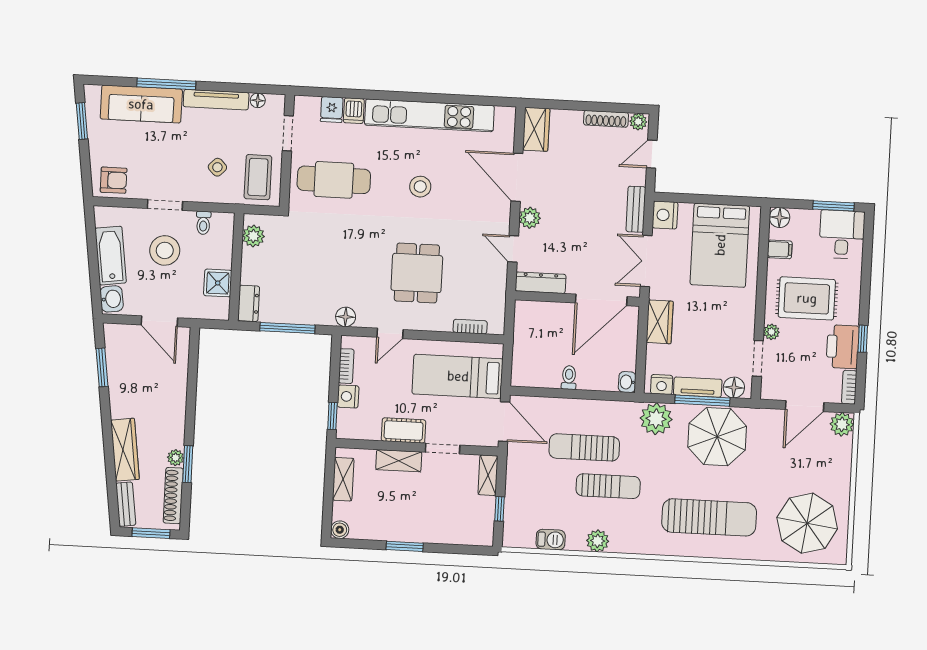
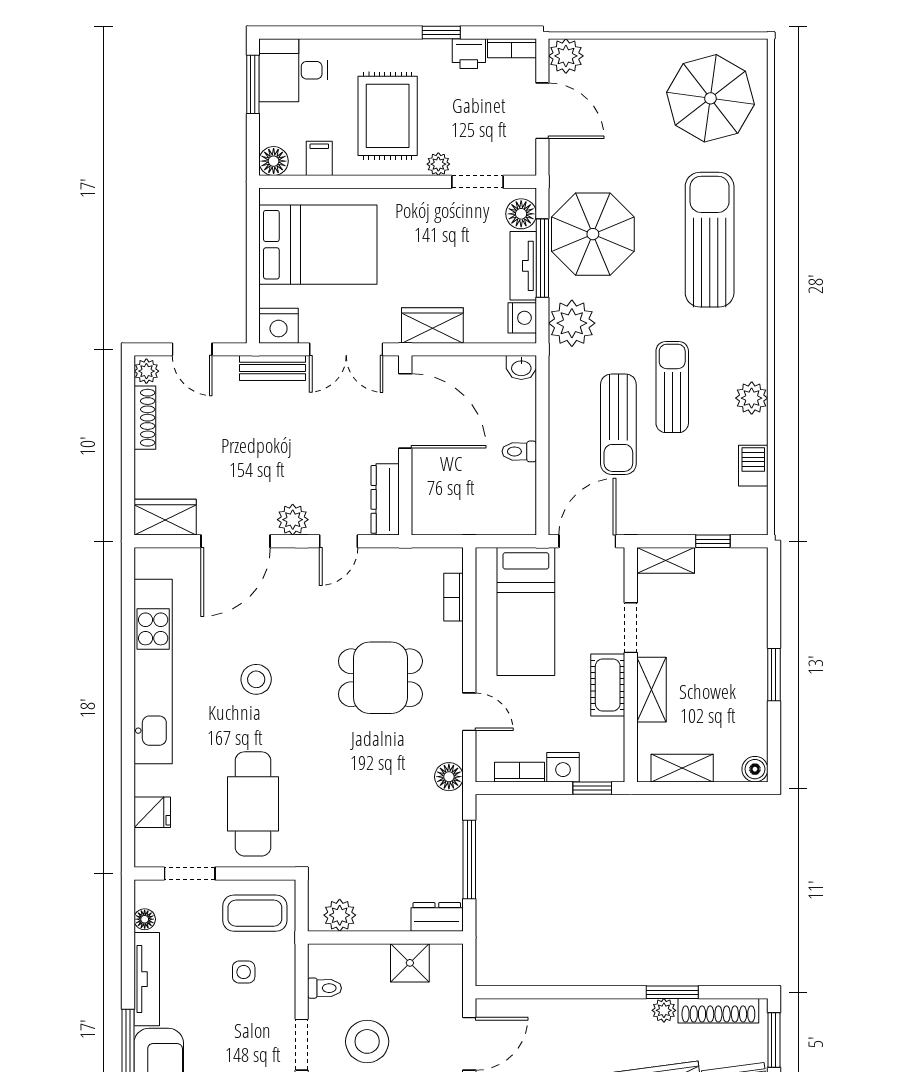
dishwasher: (354, 111) -> (152, 780), removed
side table: (217, 167) -> (244, 972), turned 45
printer: (843, 347) -> (469, 54), width x0.53, depth x0.68

